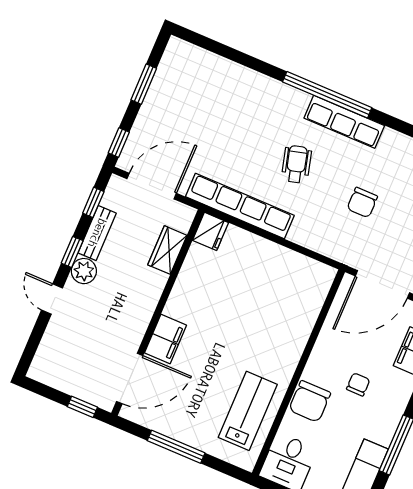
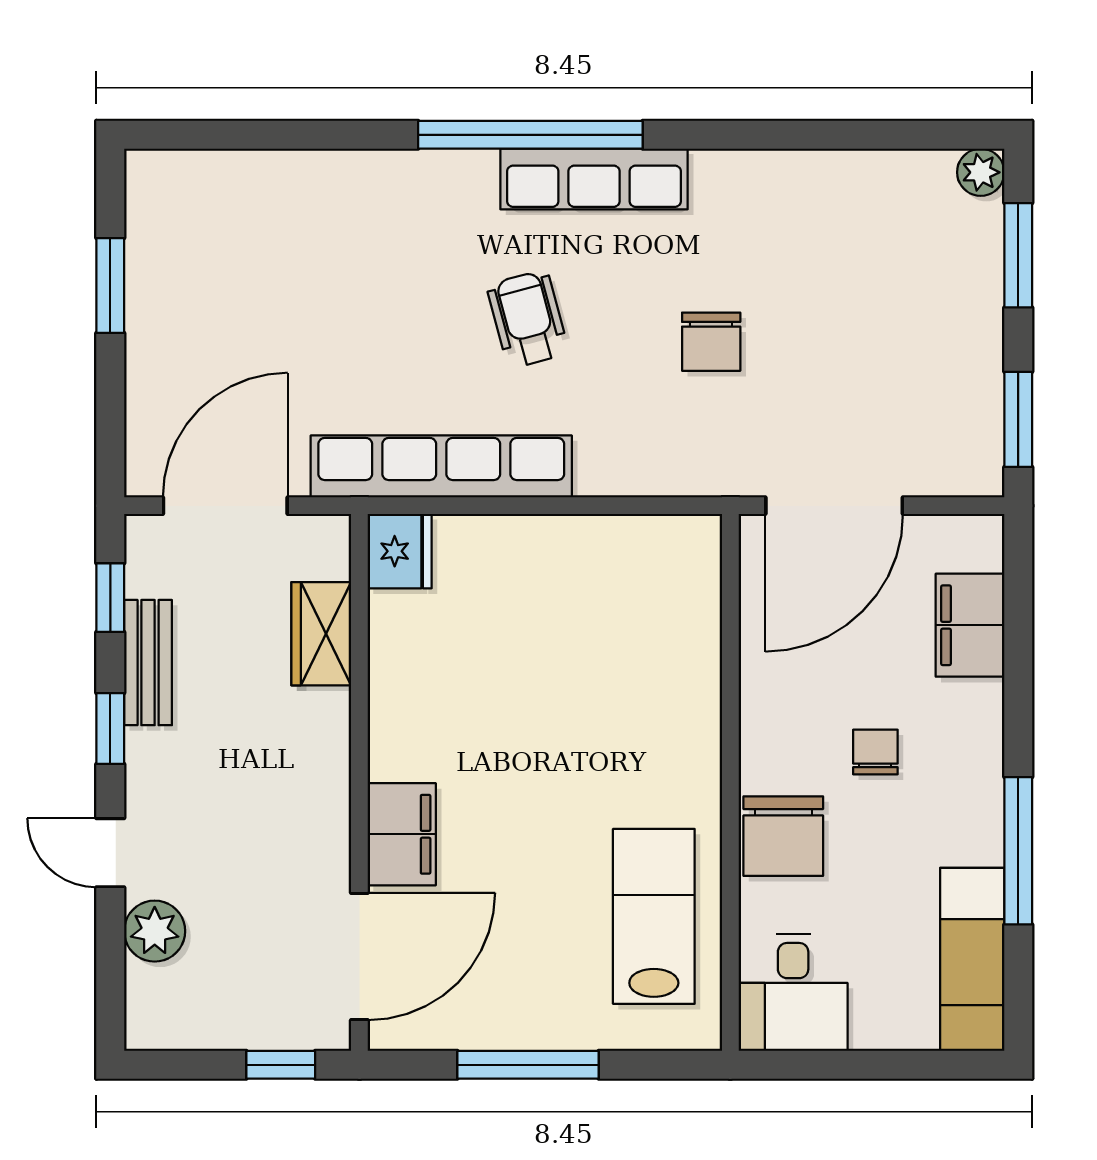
window: (119, 143) -> (110, 440), removed
plant: (84, 271) -> (155, 931), moved

